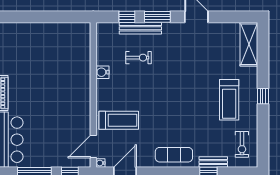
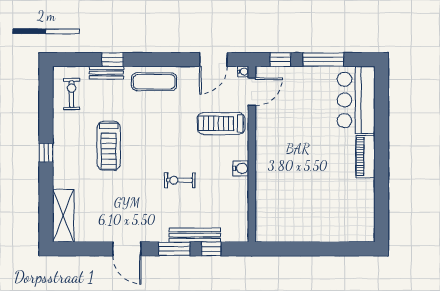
exercise bike: (138, 58) -> (180, 180), moved
water cooler: (102, 72) -> (241, 168), moved
treadmill: (229, 100) -> (109, 146), moved, turned 180

